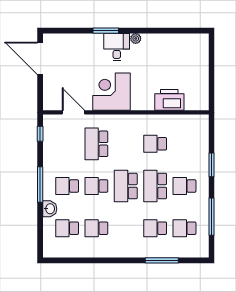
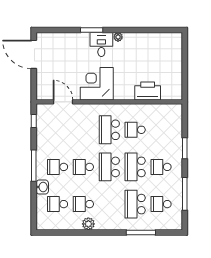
school desk: (96, 144) -> (109, 130), moved
school desk: (155, 228) -> (135, 204), width x1.85
plant: (102, 251) -> (88, 224), added

